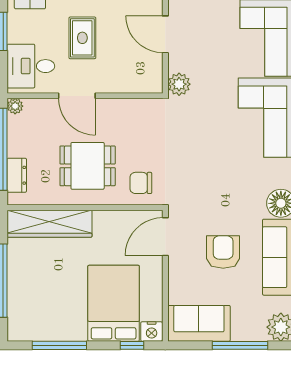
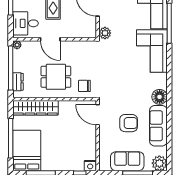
door: (165, 237) -> (98, 115), hinge flipped
armchair: (223, 252) -> (129, 123), turned 90
bed: (114, 303) -> (27, 150), moved
sofa: (199, 323) -> (127, 161), moved

